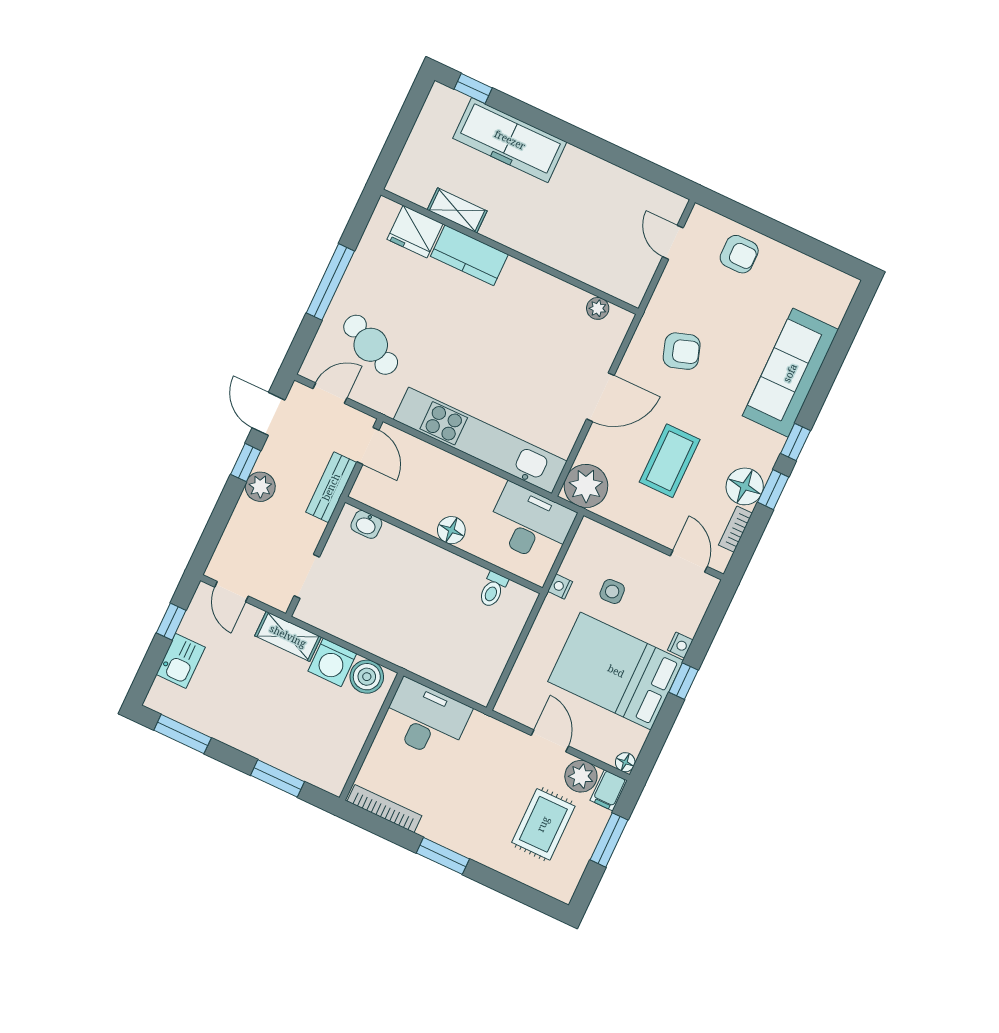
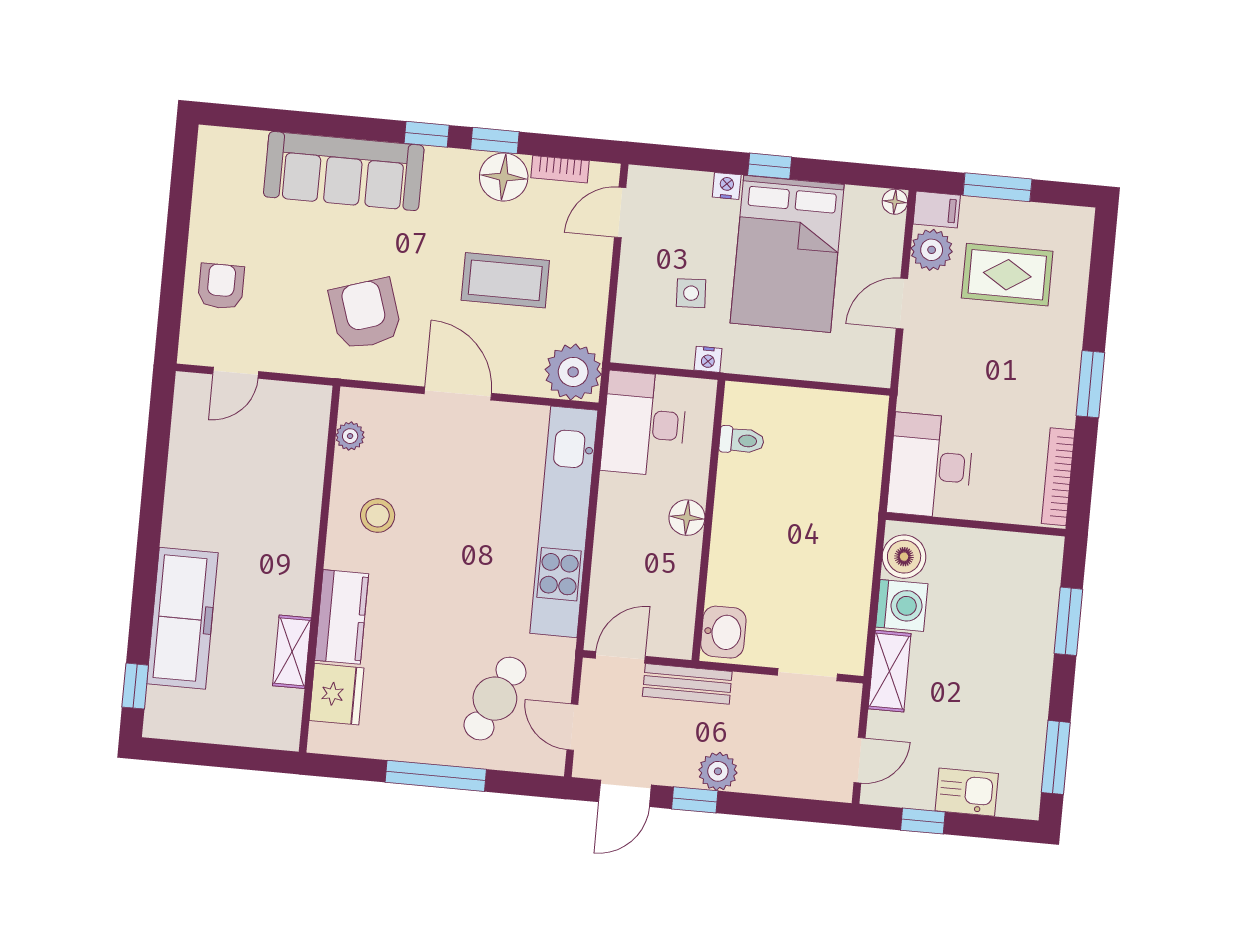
stool: (533, 308) -> (378, 516), added
armchair: (682, 351) -> (365, 314), width x1.38, depth x1.38
washbasin: (366, 524) -> (723, 632), width x1.38, depth x1.45

